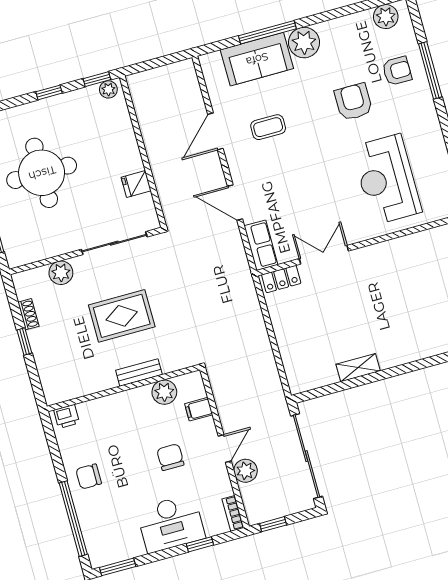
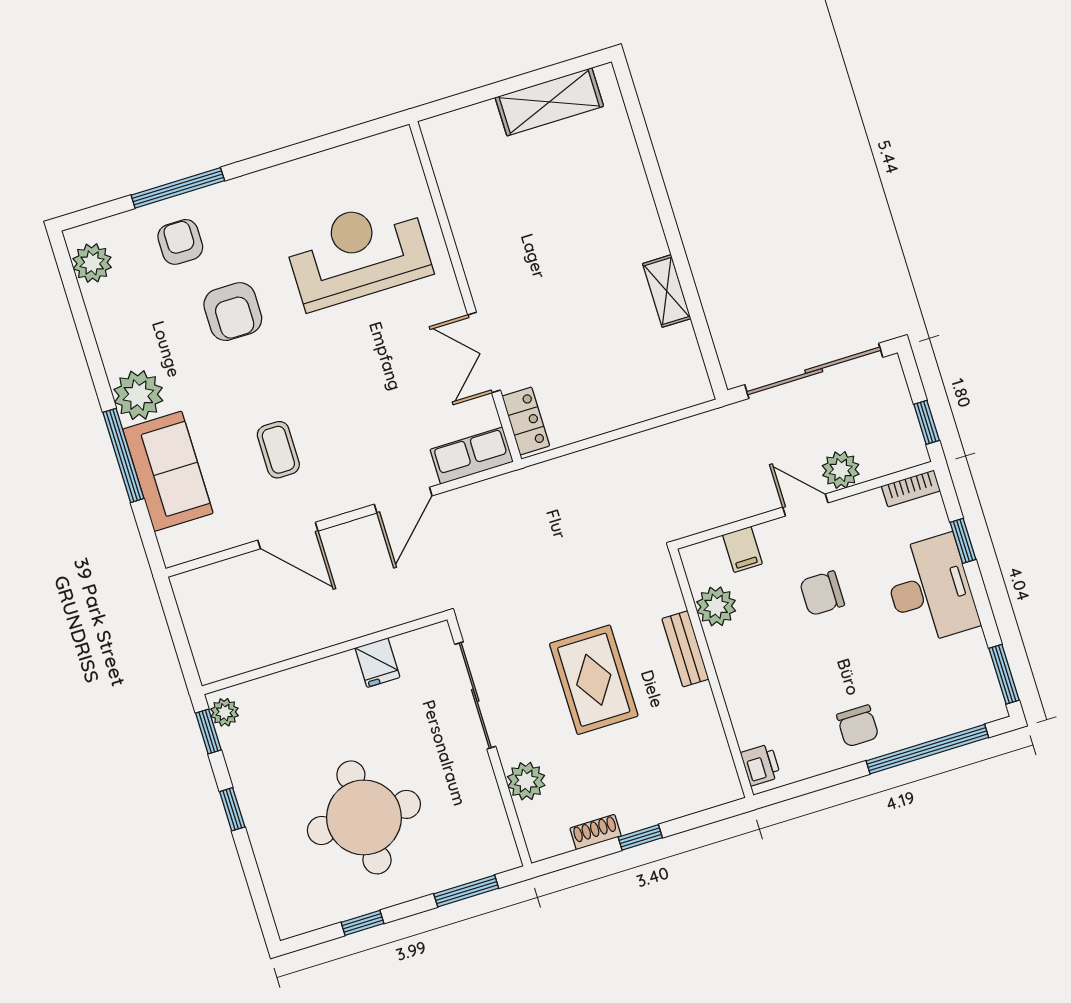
armchair: (353, 102) -> (233, 312), turned -90
reception desk: (387, 179) -> (358, 254), turned 180

